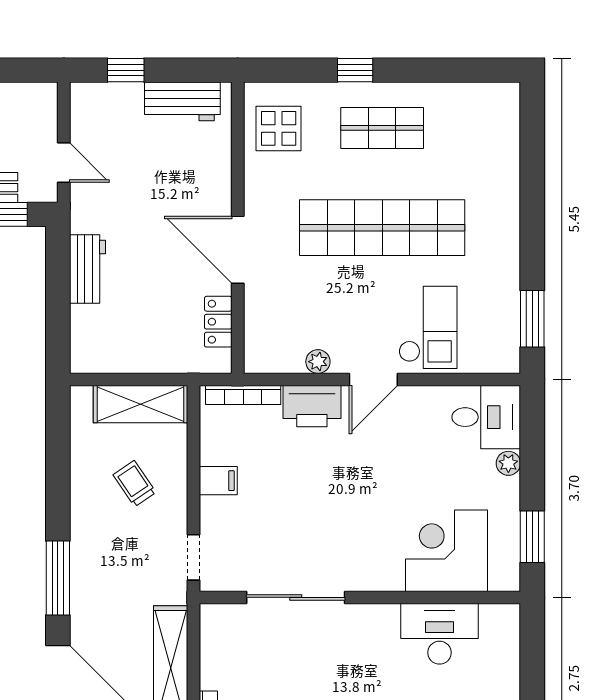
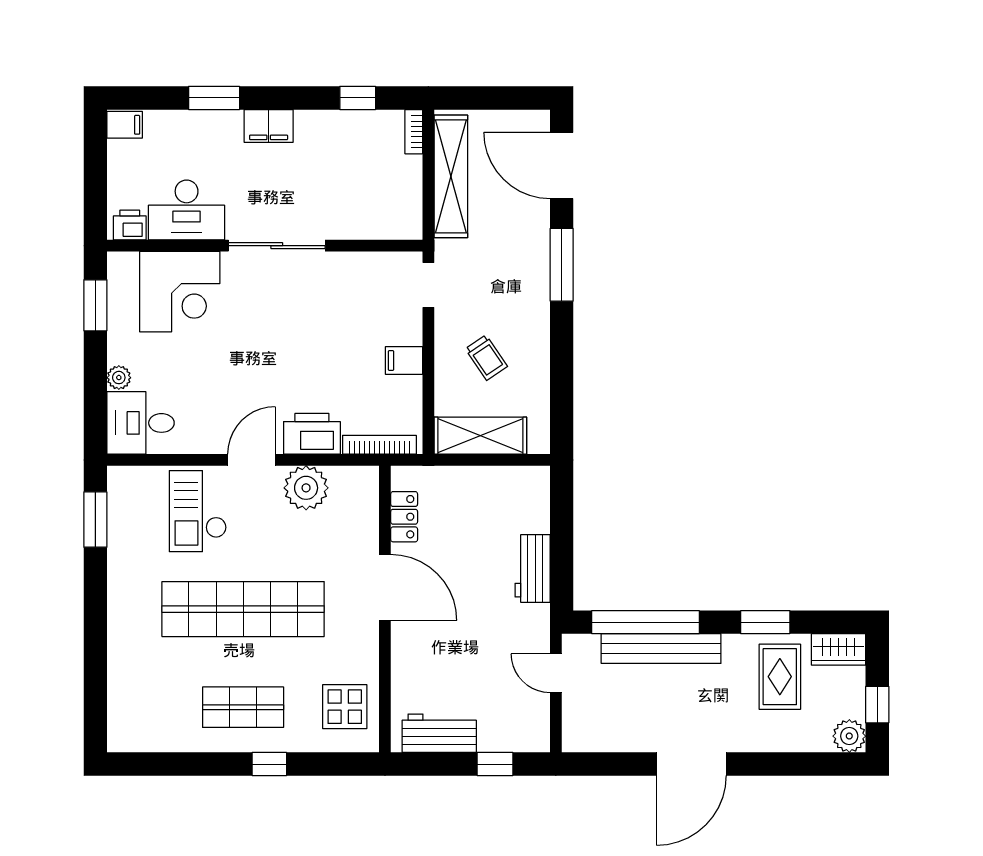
plant: (318, 362) -> (306, 488), width x1.88, depth x1.88
sliding door: (296, 597) -> (277, 246), moved
printer: (497, 619) -> (130, 225), added

